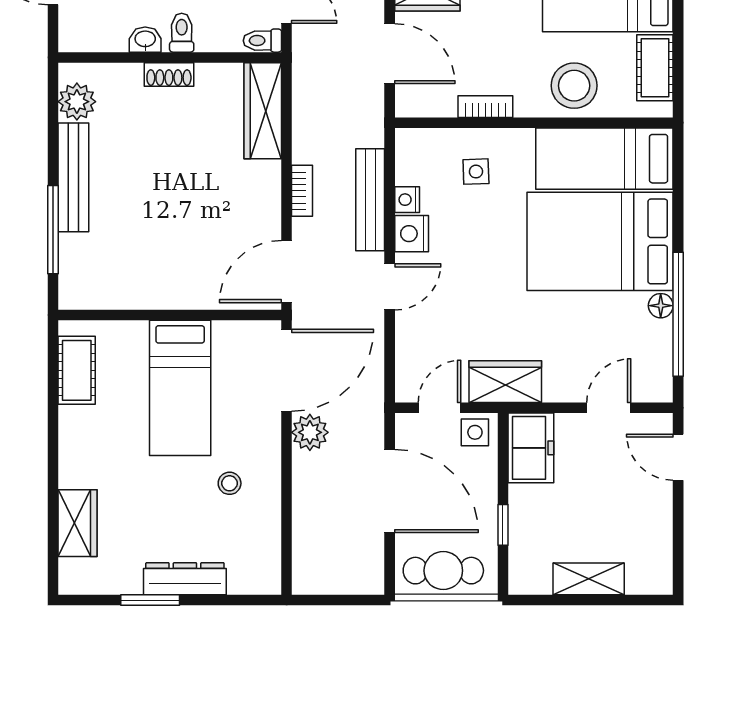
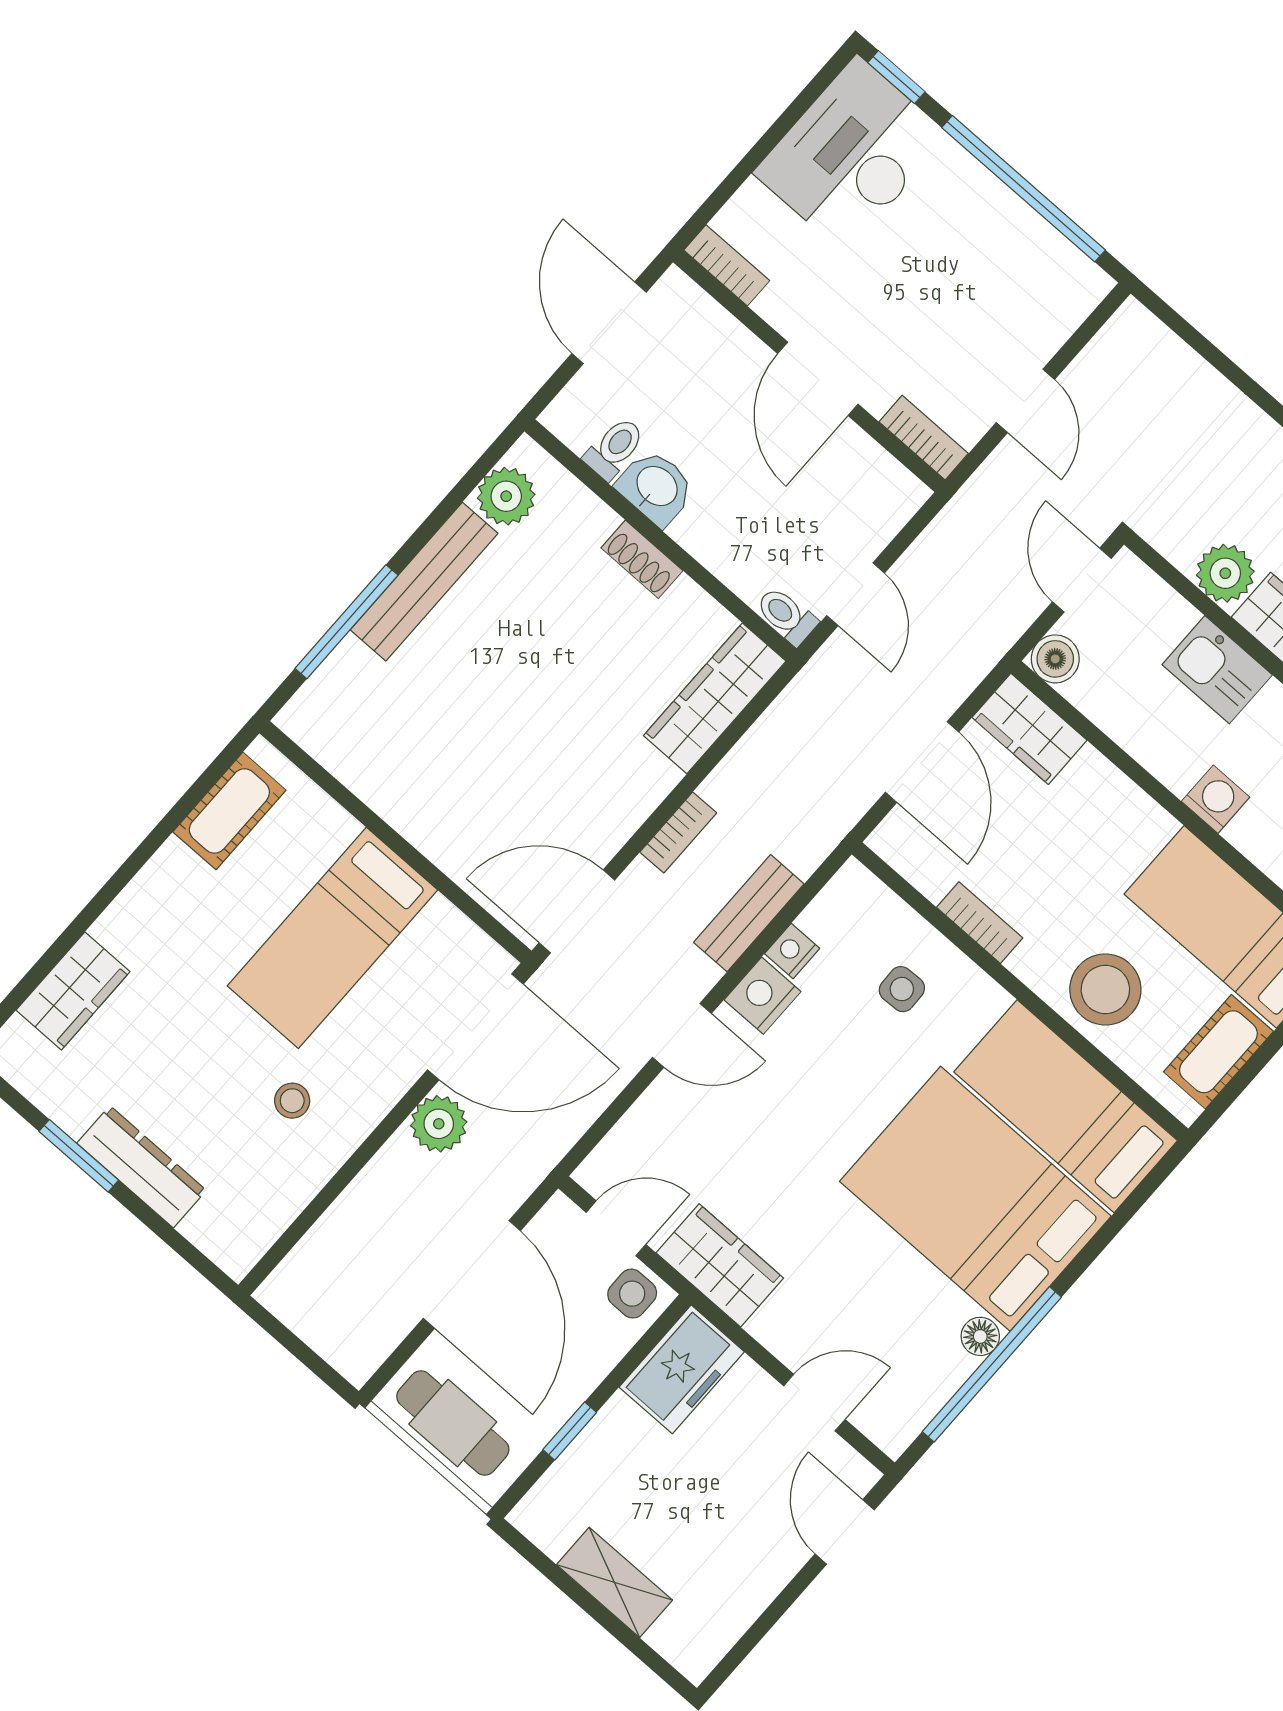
toilet: (182, 33) -> (614, 448), moved
washbasin: (145, 40) -> (656, 487), width x1.38, depth x1.45
bench: (370, 200) -> (749, 913), width x0.73

